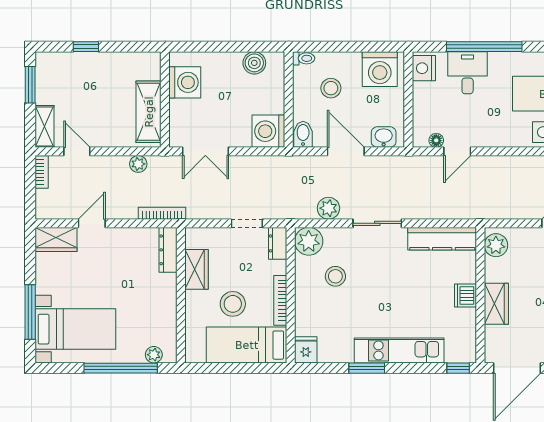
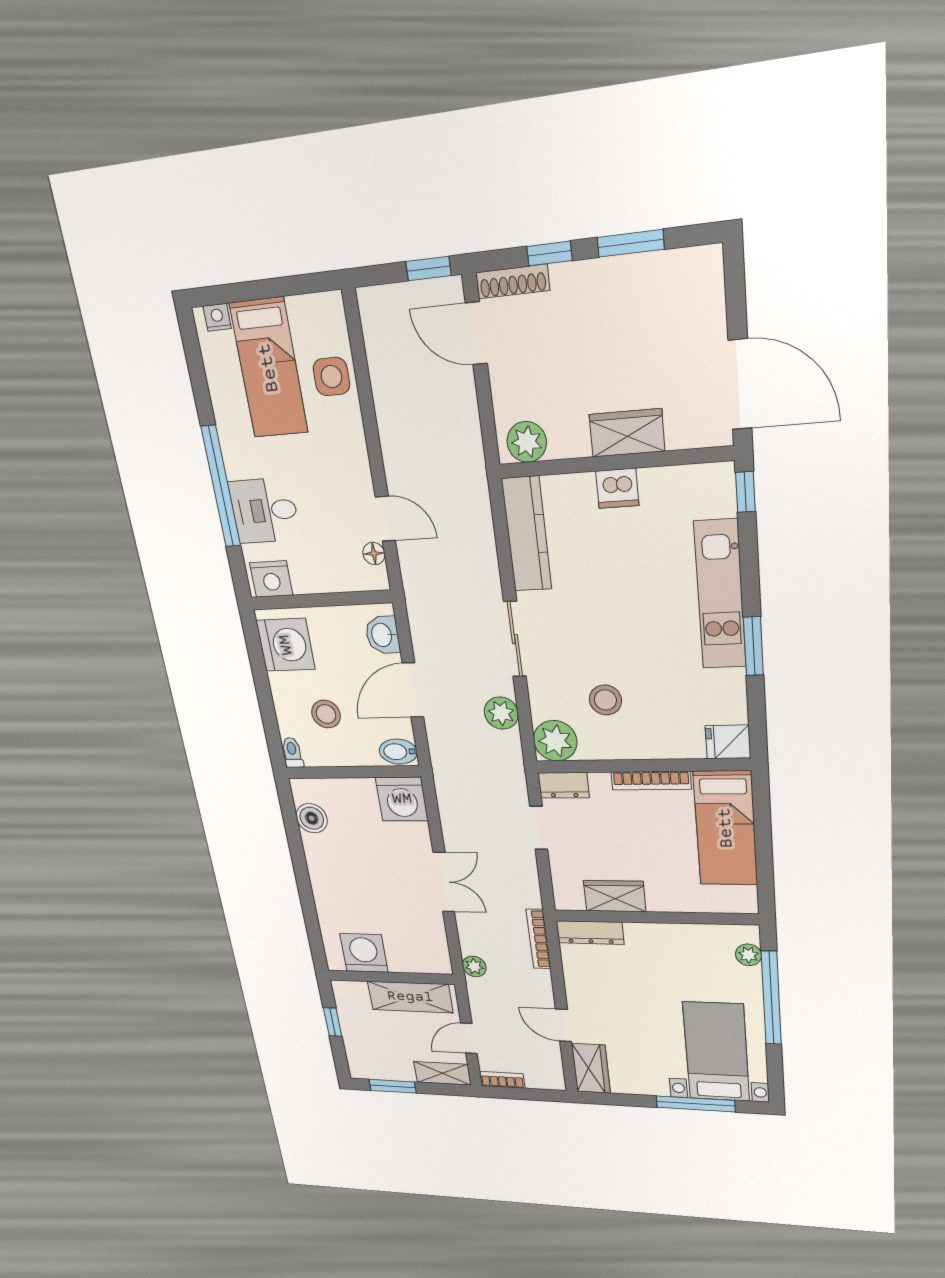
washing machine: (185, 82) -> (364, 953), moved
wall: (165, 100) -> (391, 977), moved
shelving: (149, 112) -> (410, 997), moved
stool: (233, 304) -> (662, 848), removed

